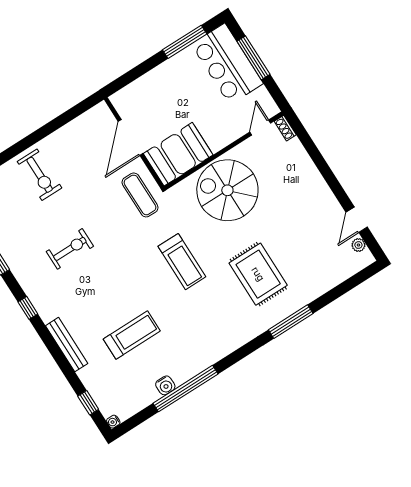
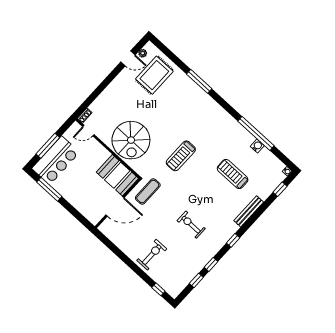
treadmill: (182, 262) -> (181, 156), turned 180
rug: (258, 274) -> (154, 75), moved

